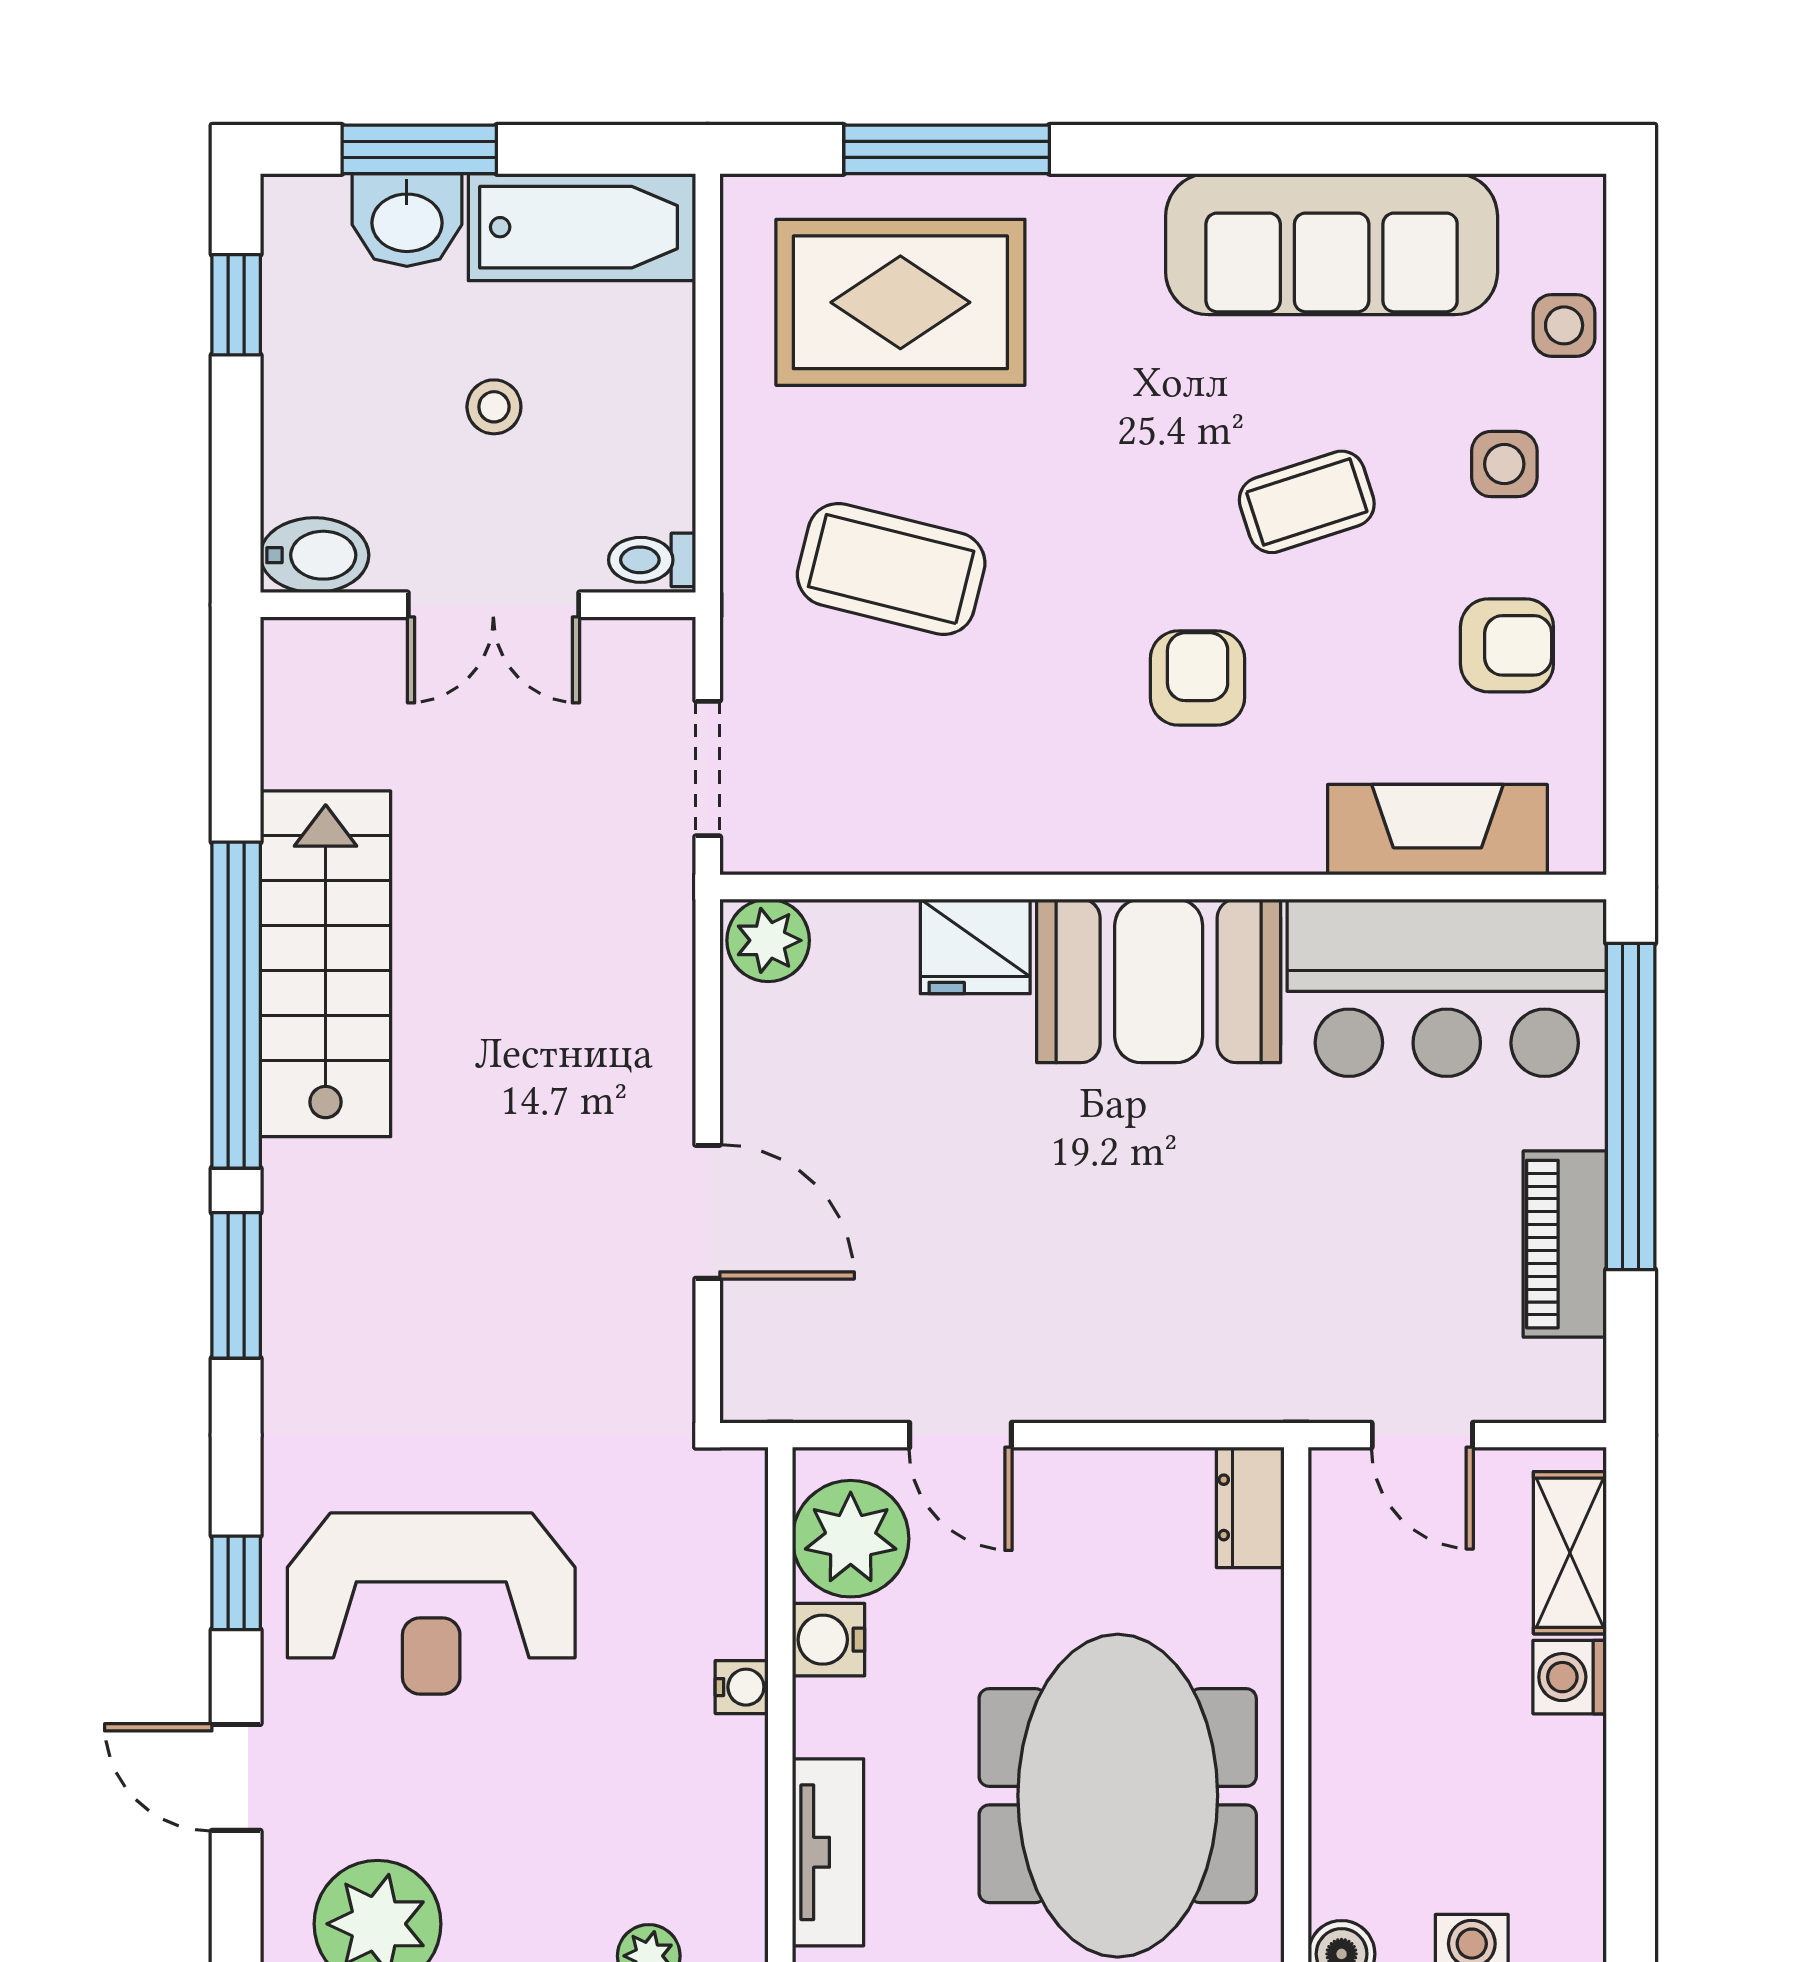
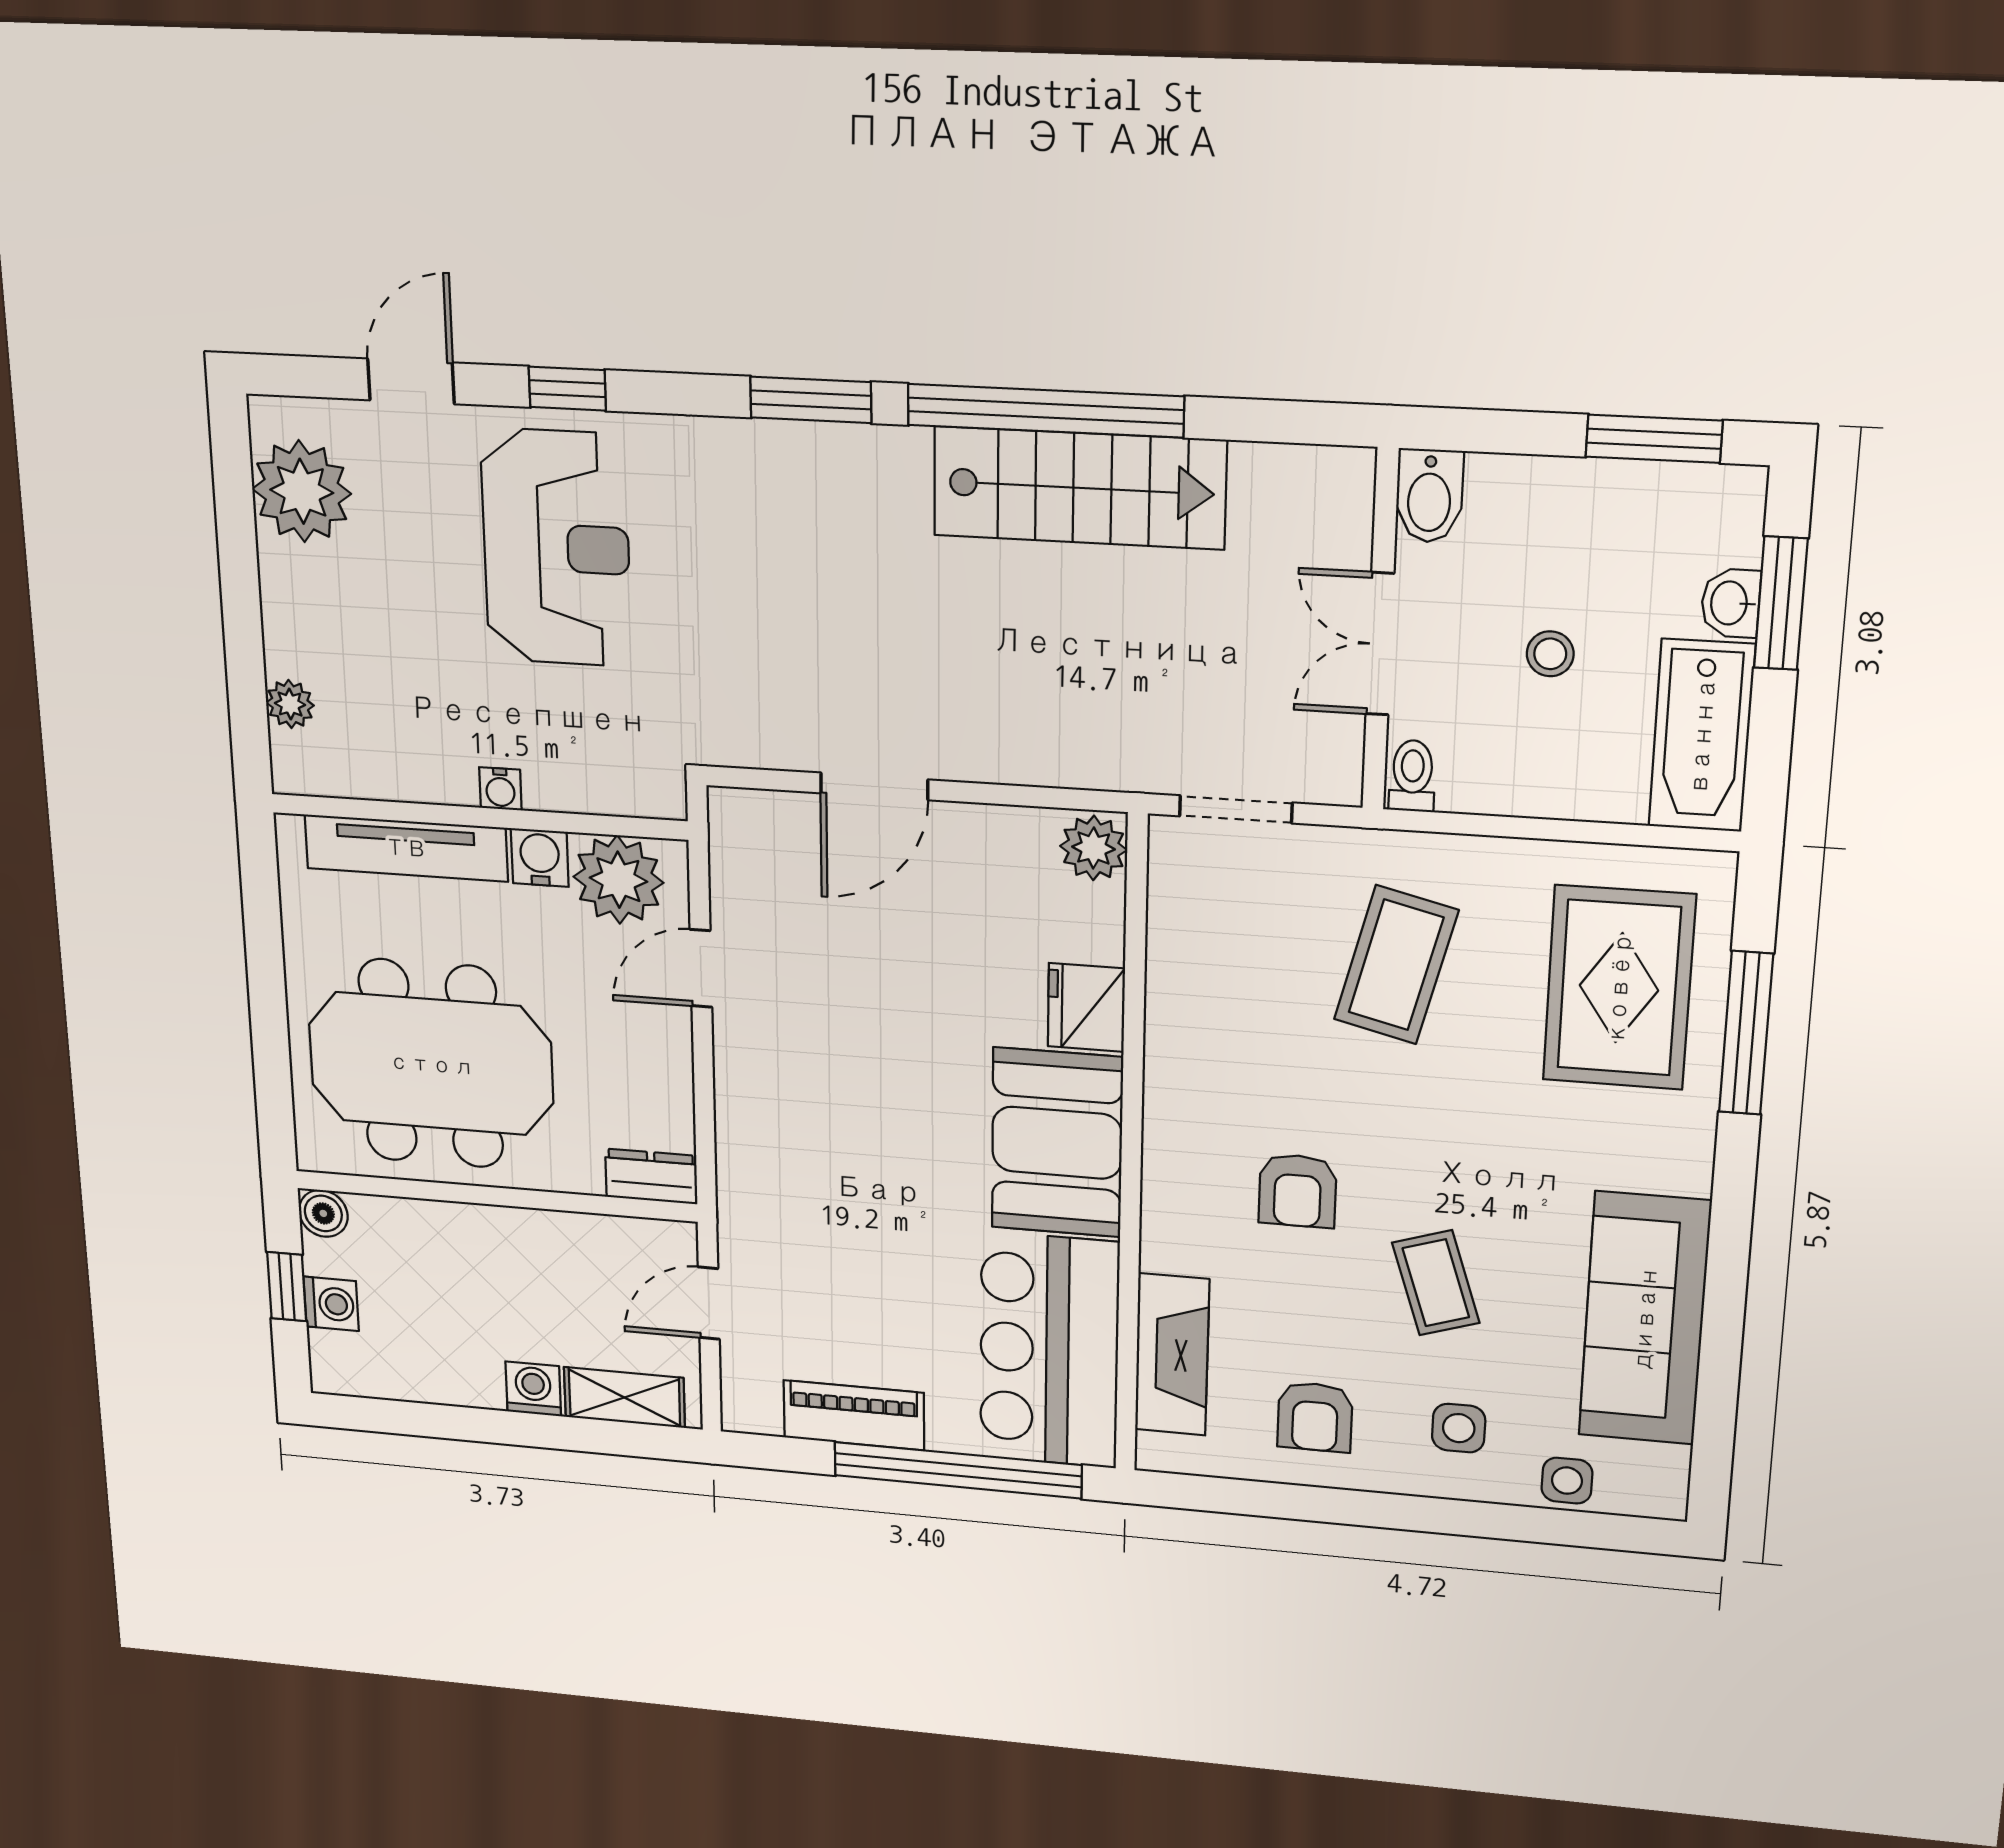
washbasin: (407, 220) -> (1731, 603), width x0.72, depth x0.69
window: (236, 305) -> (1654, 439), width x1.50
armchair: (1198, 678) -> (1297, 1191), turned 90
reception desk: (431, 1604) -> (556, 548), turned 180
tv unit: (828, 1852) -> (406, 848), width x1.41

